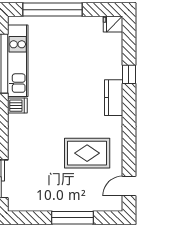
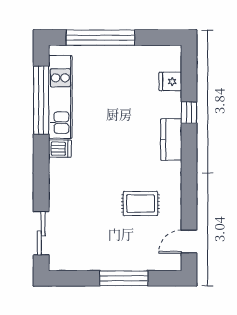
fridge: (113, 24) -> (170, 81), moved
rug: (87, 153) -> (140, 204), width x0.73, depth x0.70

